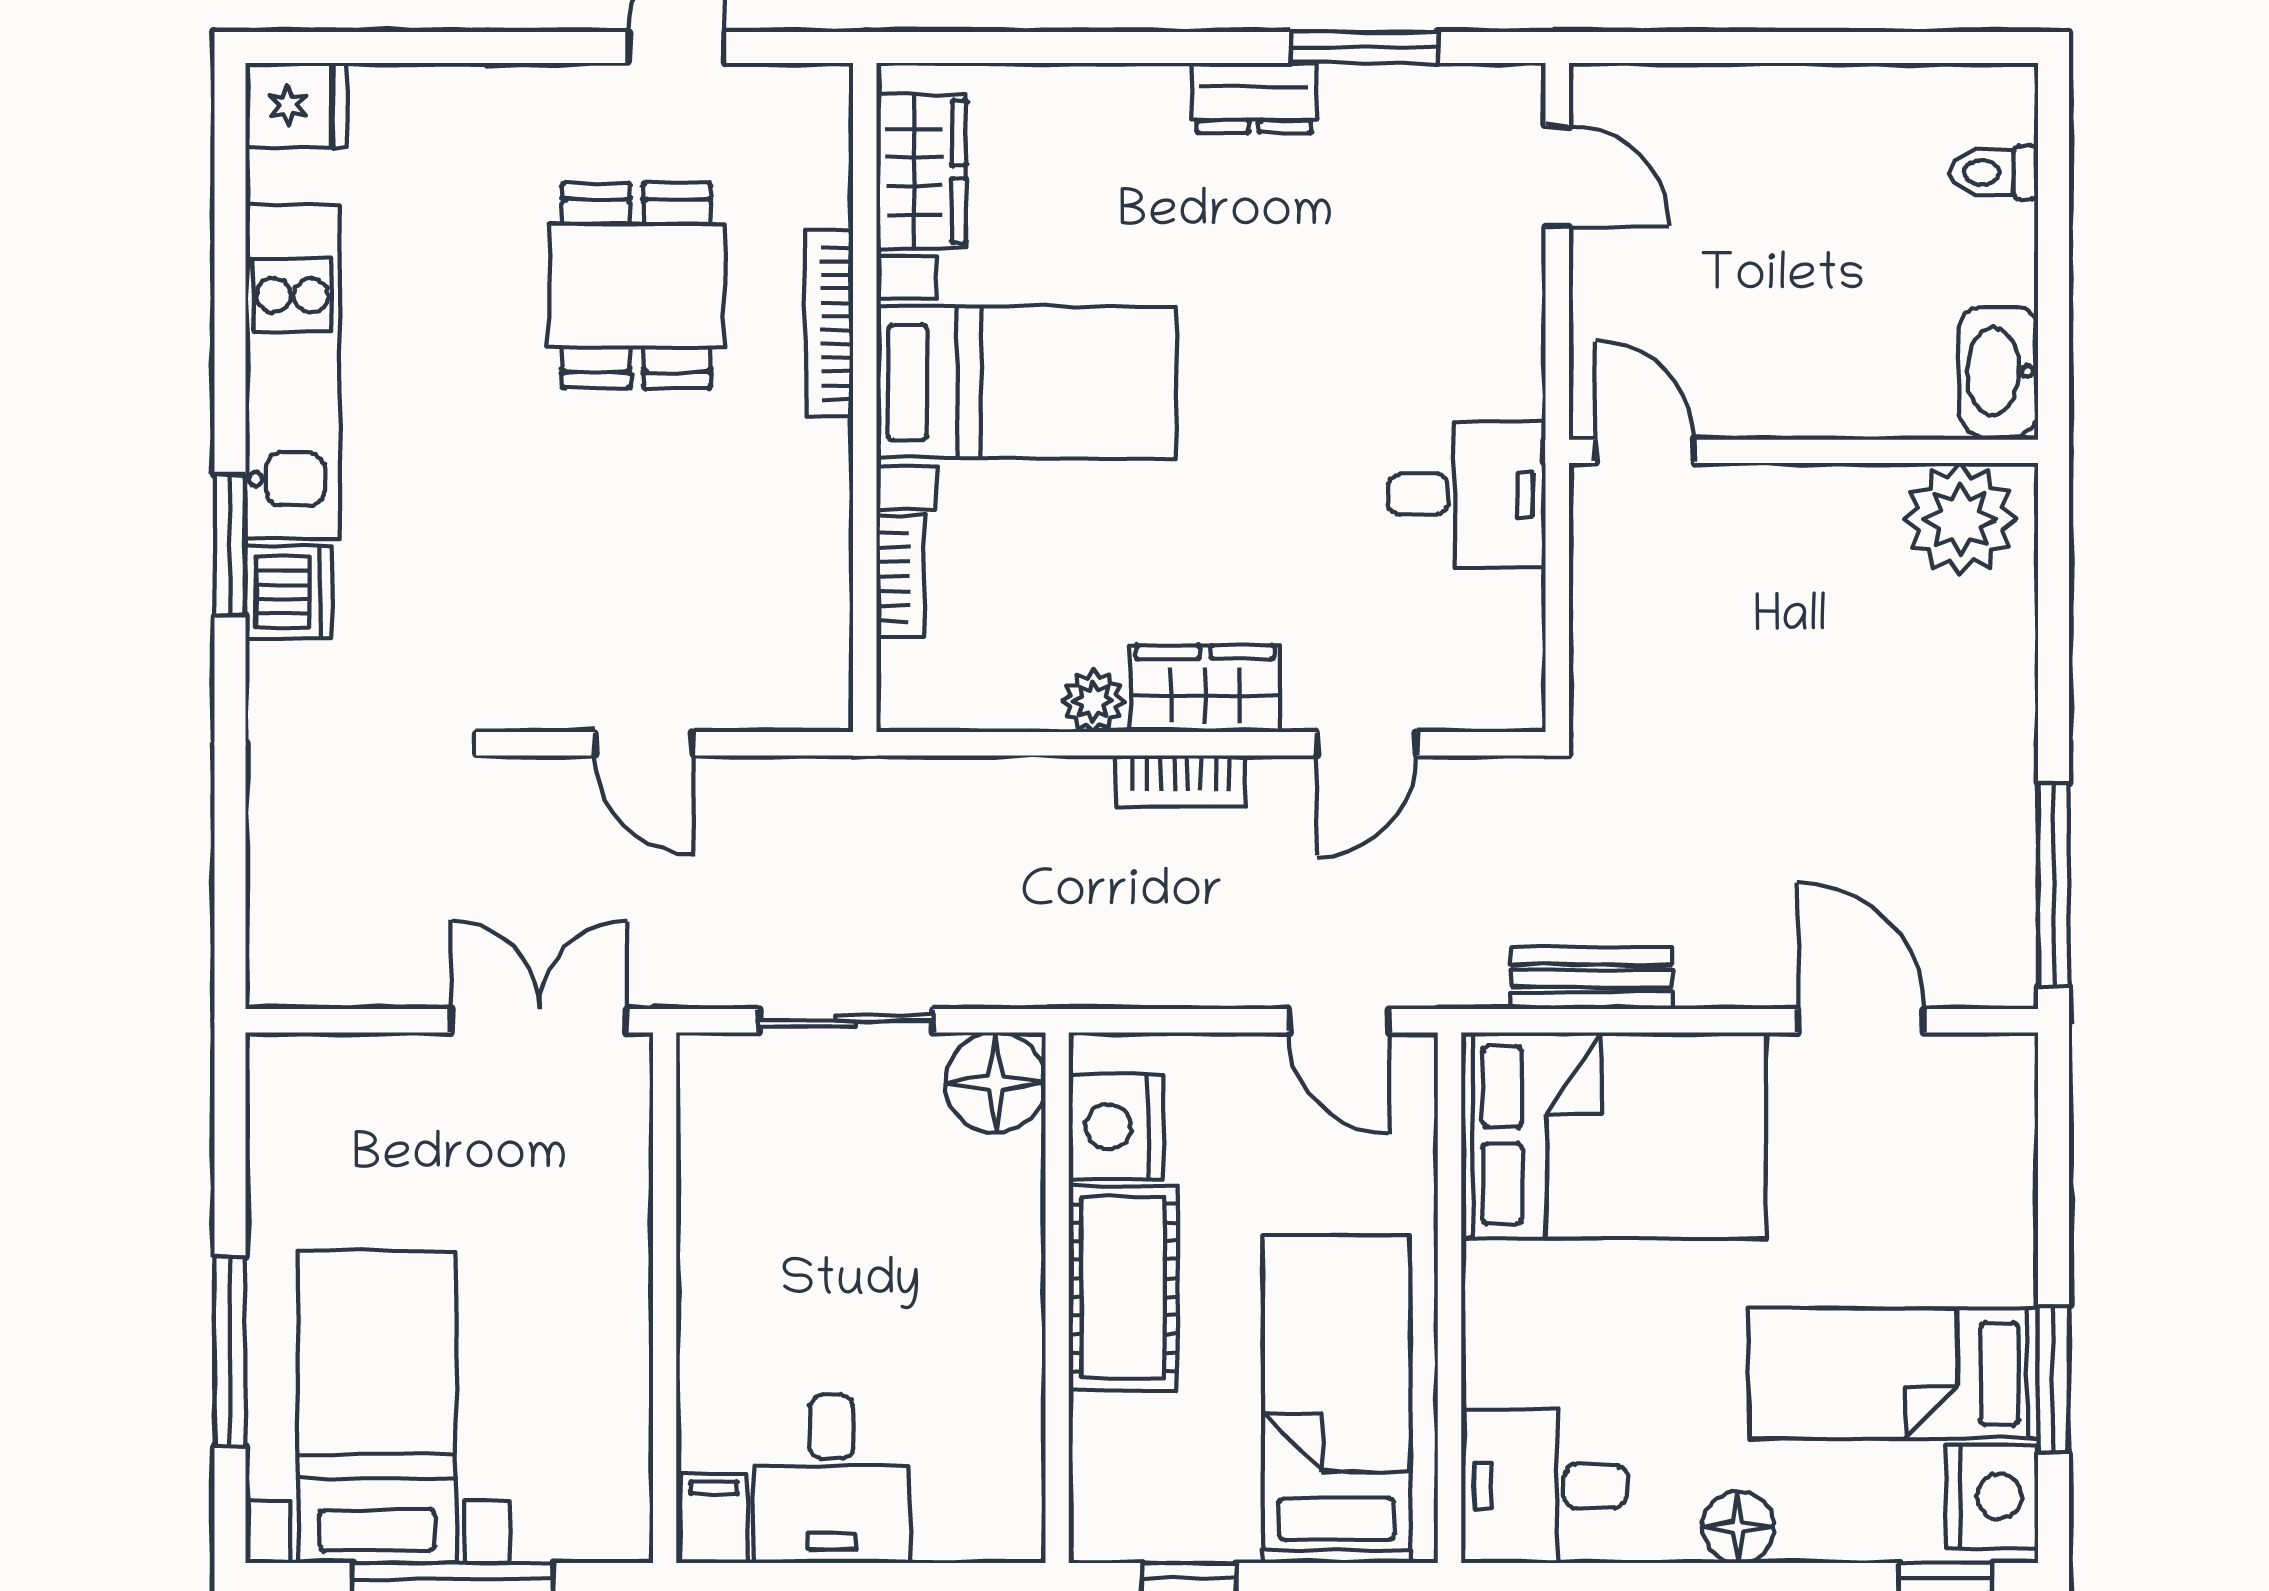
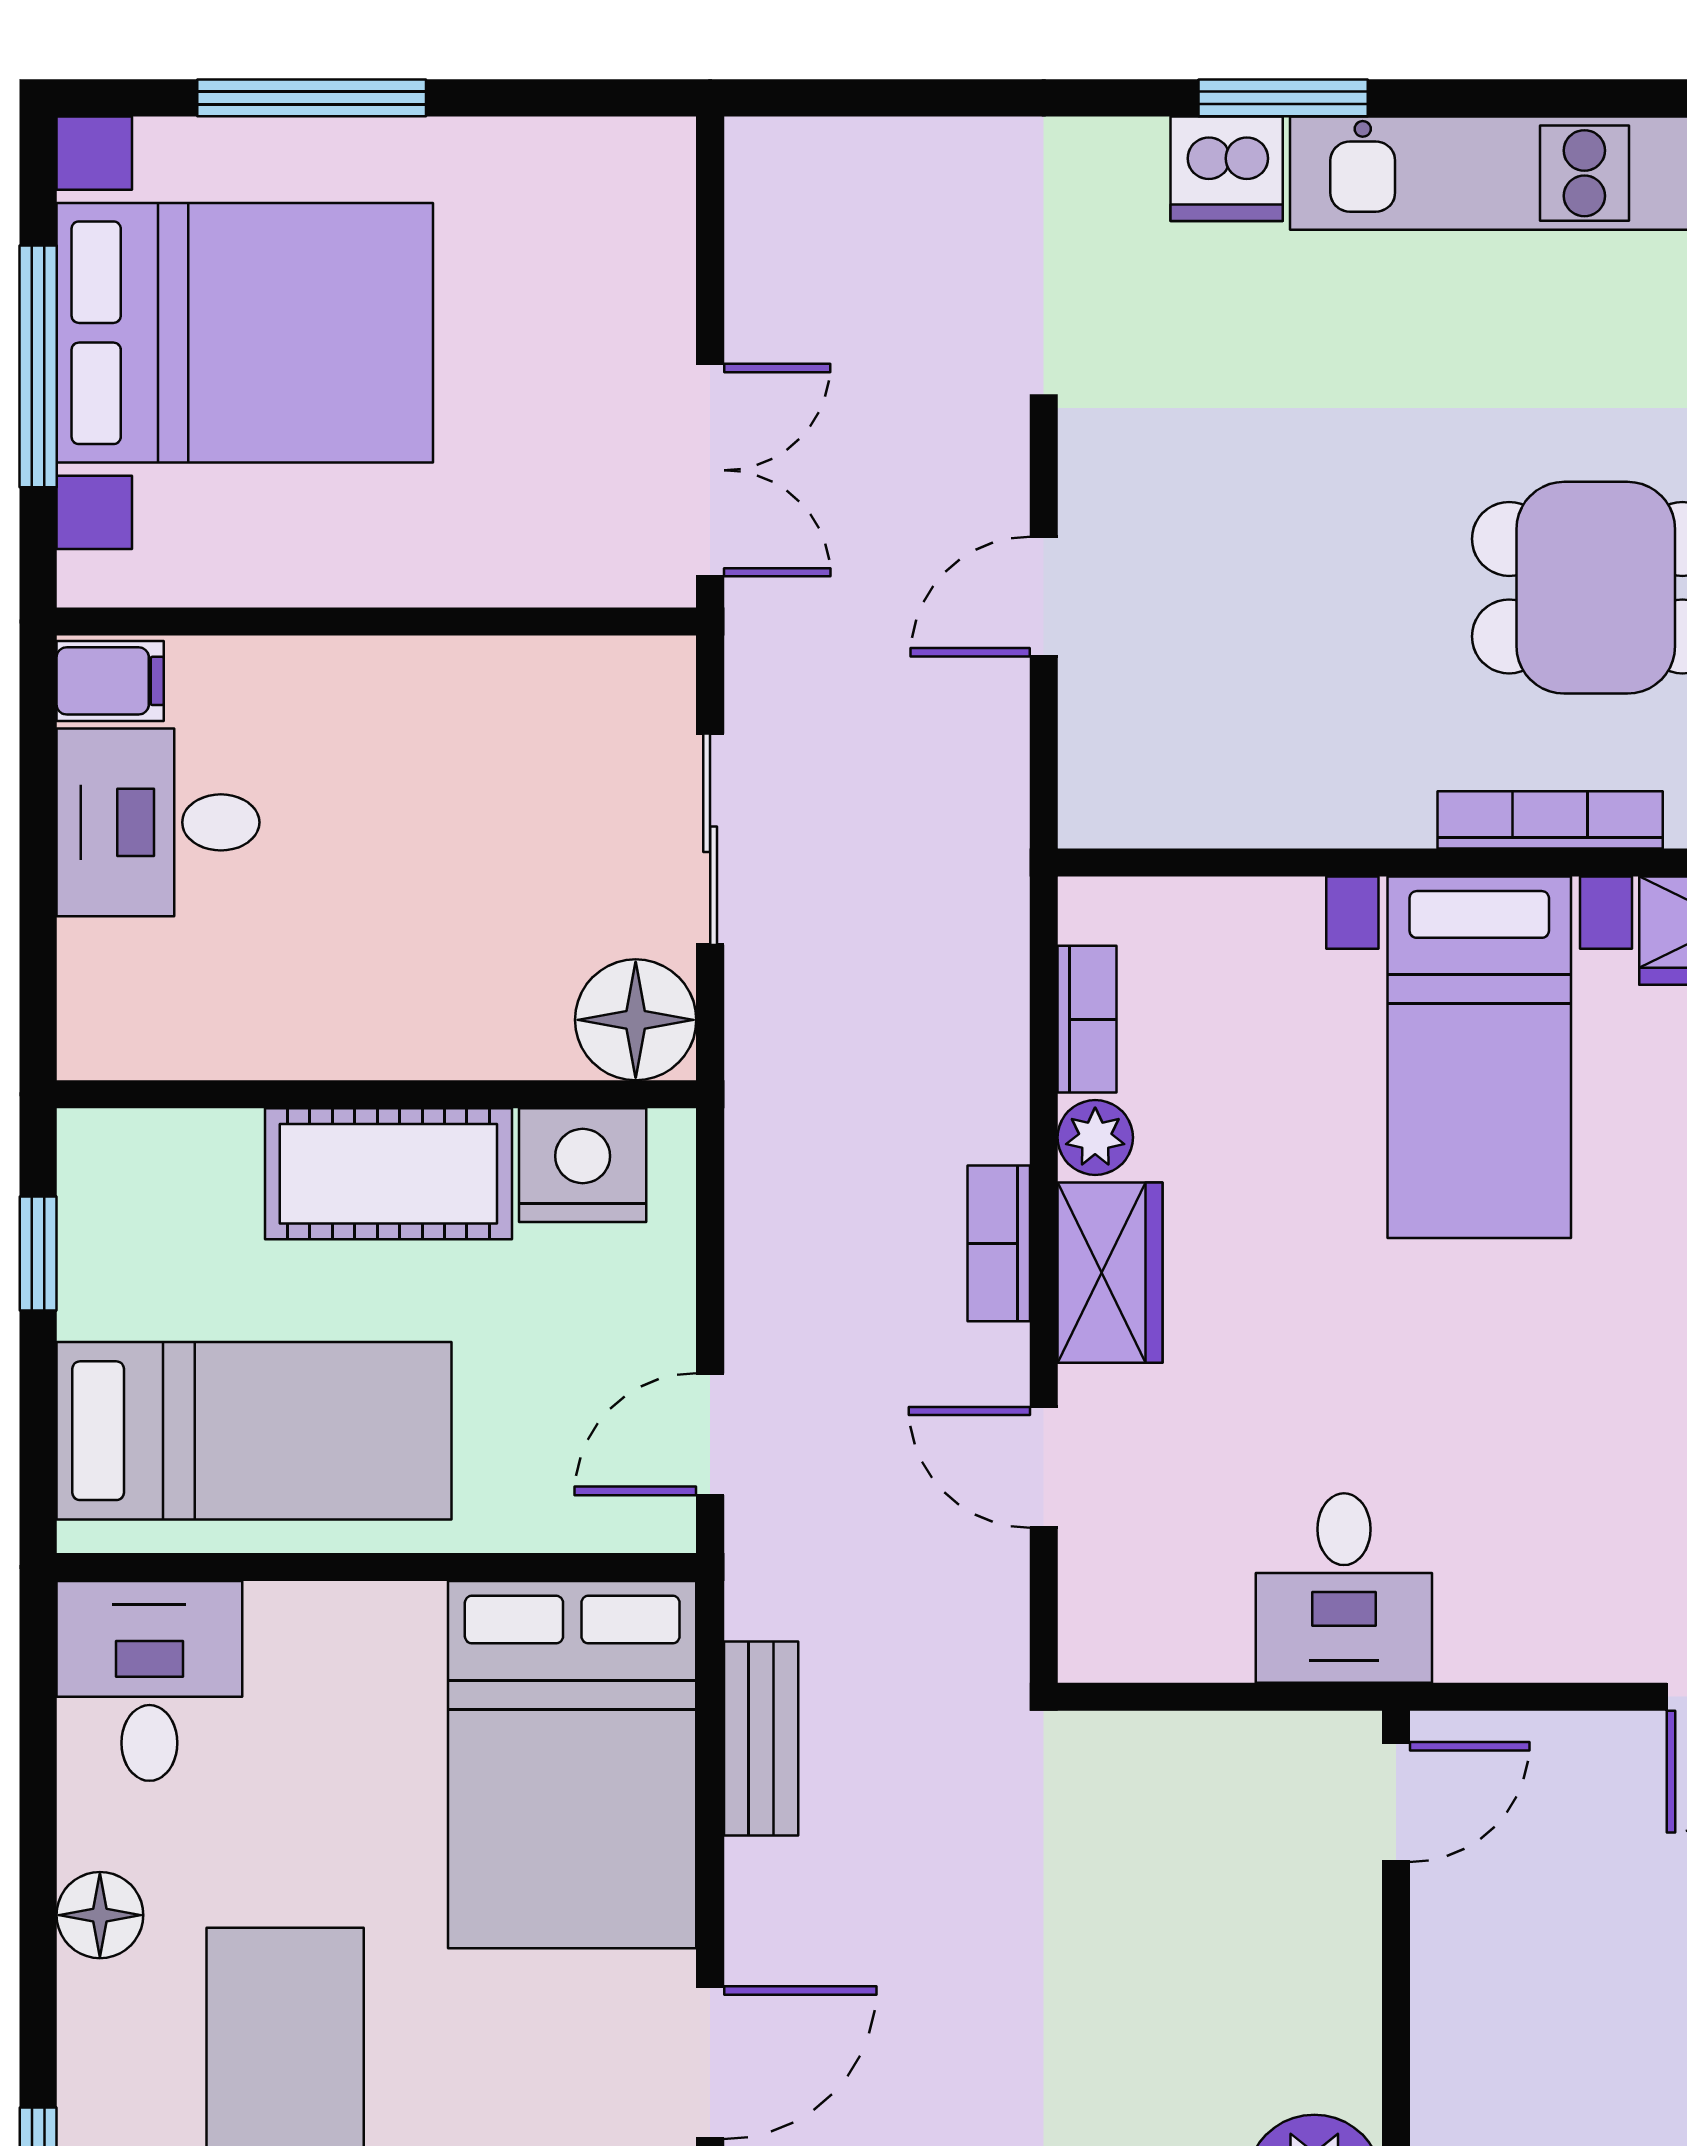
bookcase: (901, 576) -> (1087, 1019), moved, turned -90
bed with nightstands: (377, 1407) -> (245, 333), width x1.36

